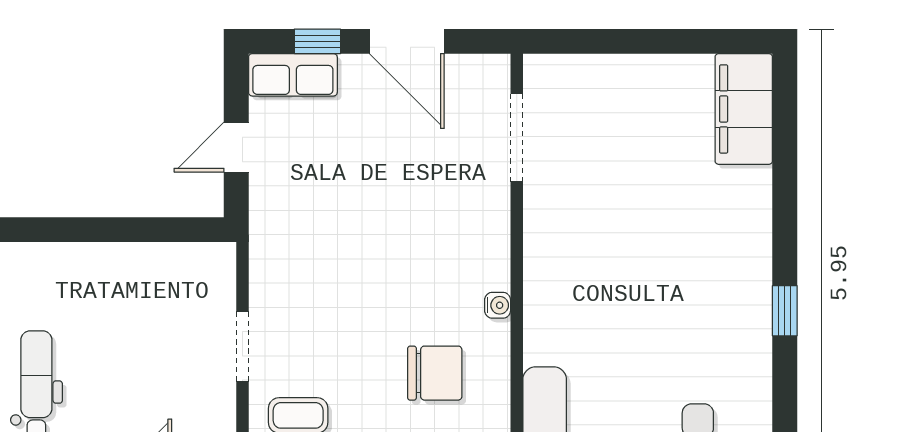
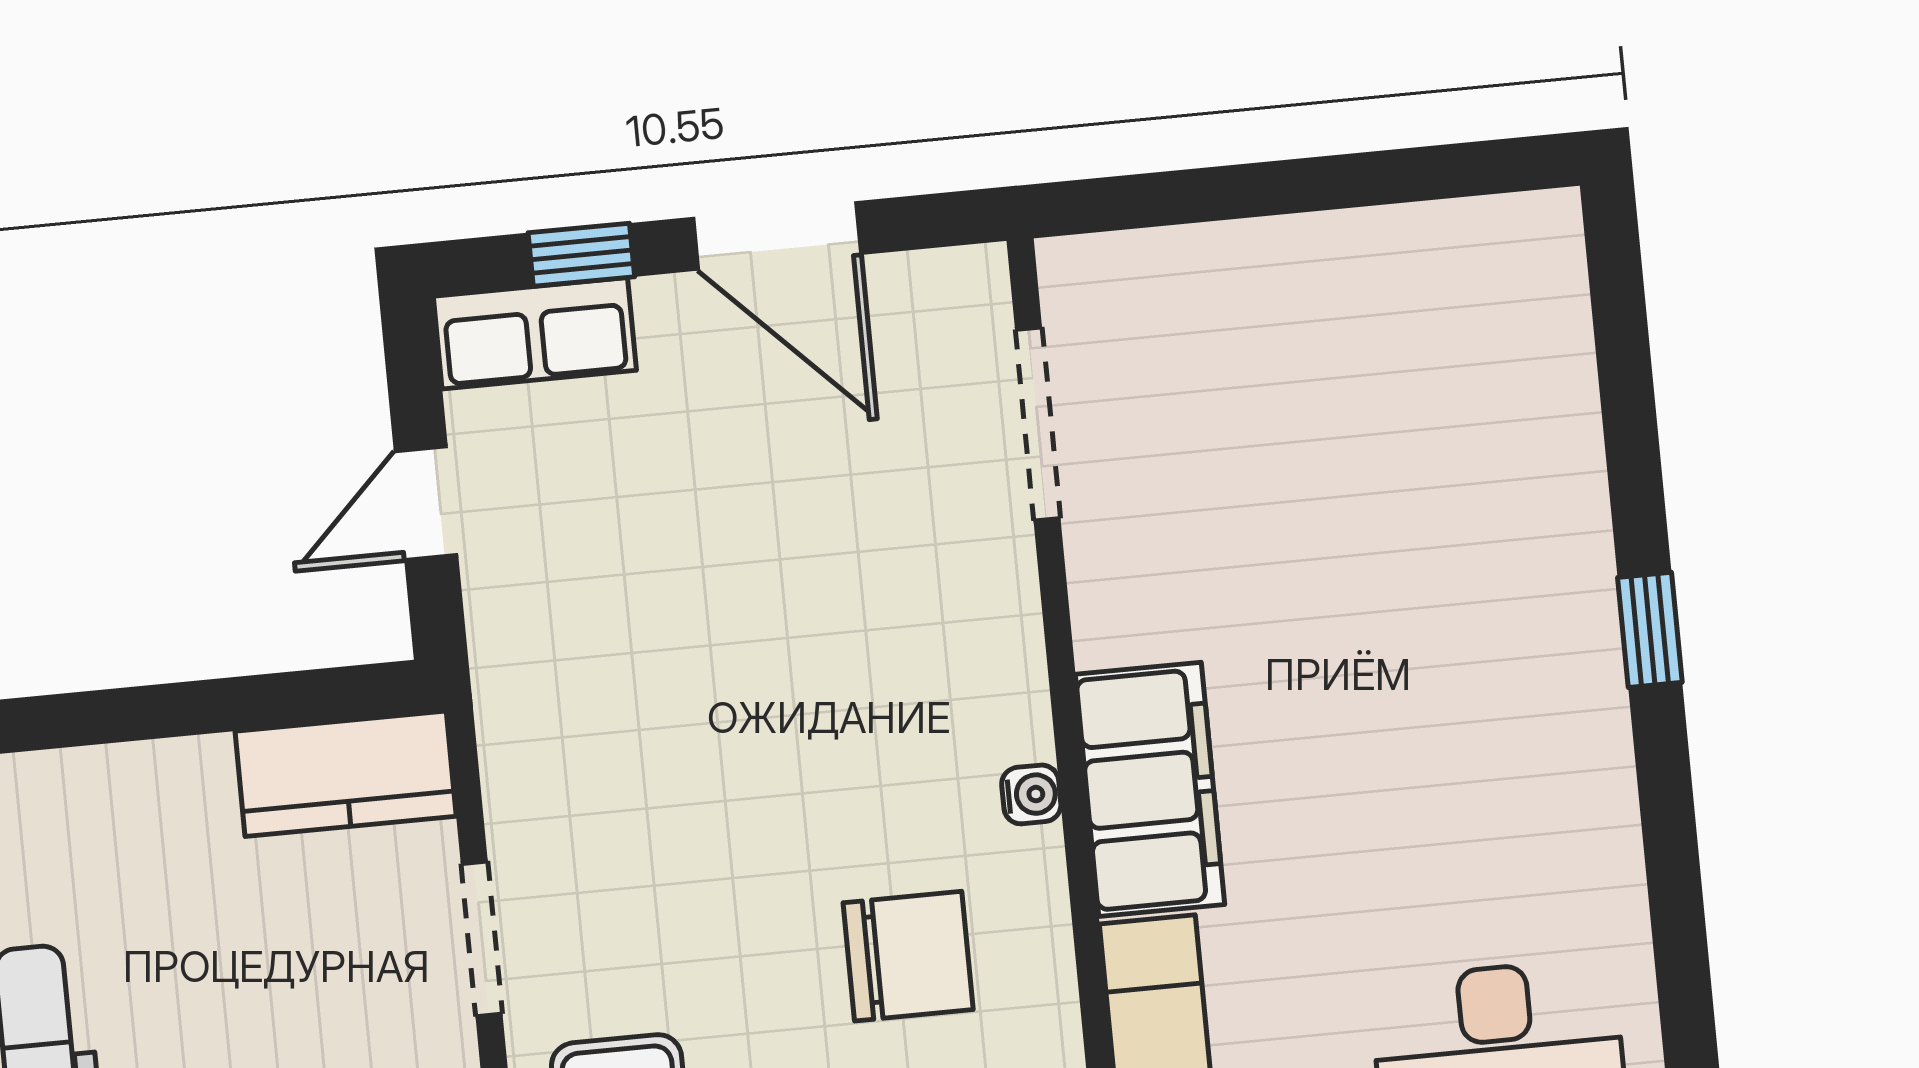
filing cabinet: (744, 109) -> (1150, 789), moved, turned 180
kitchen counter: (188, 266) -> (346, 774), added
window: (785, 311) -> (1650, 630), moved

